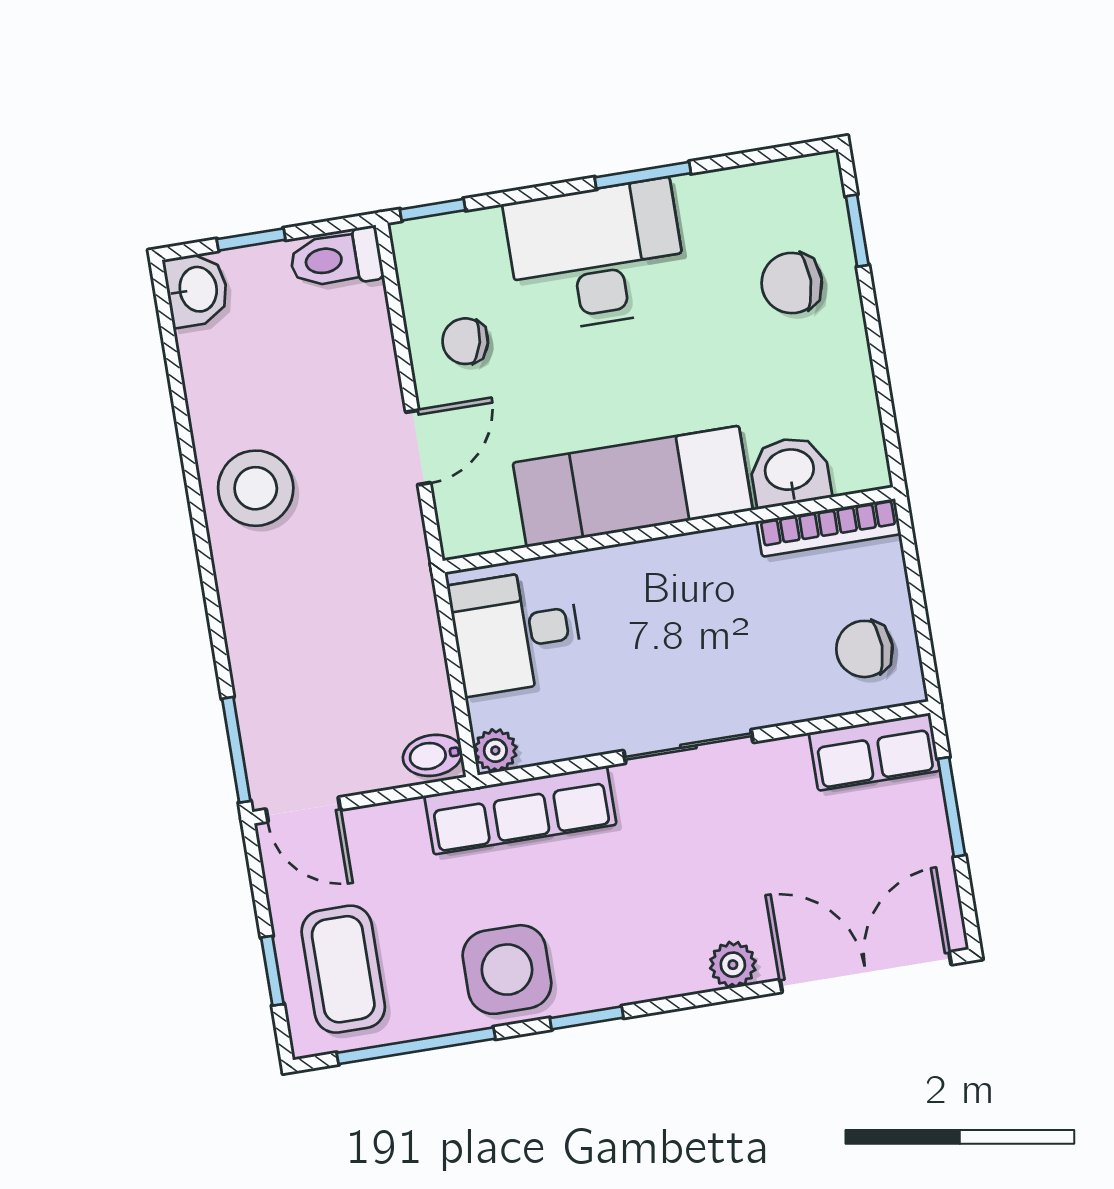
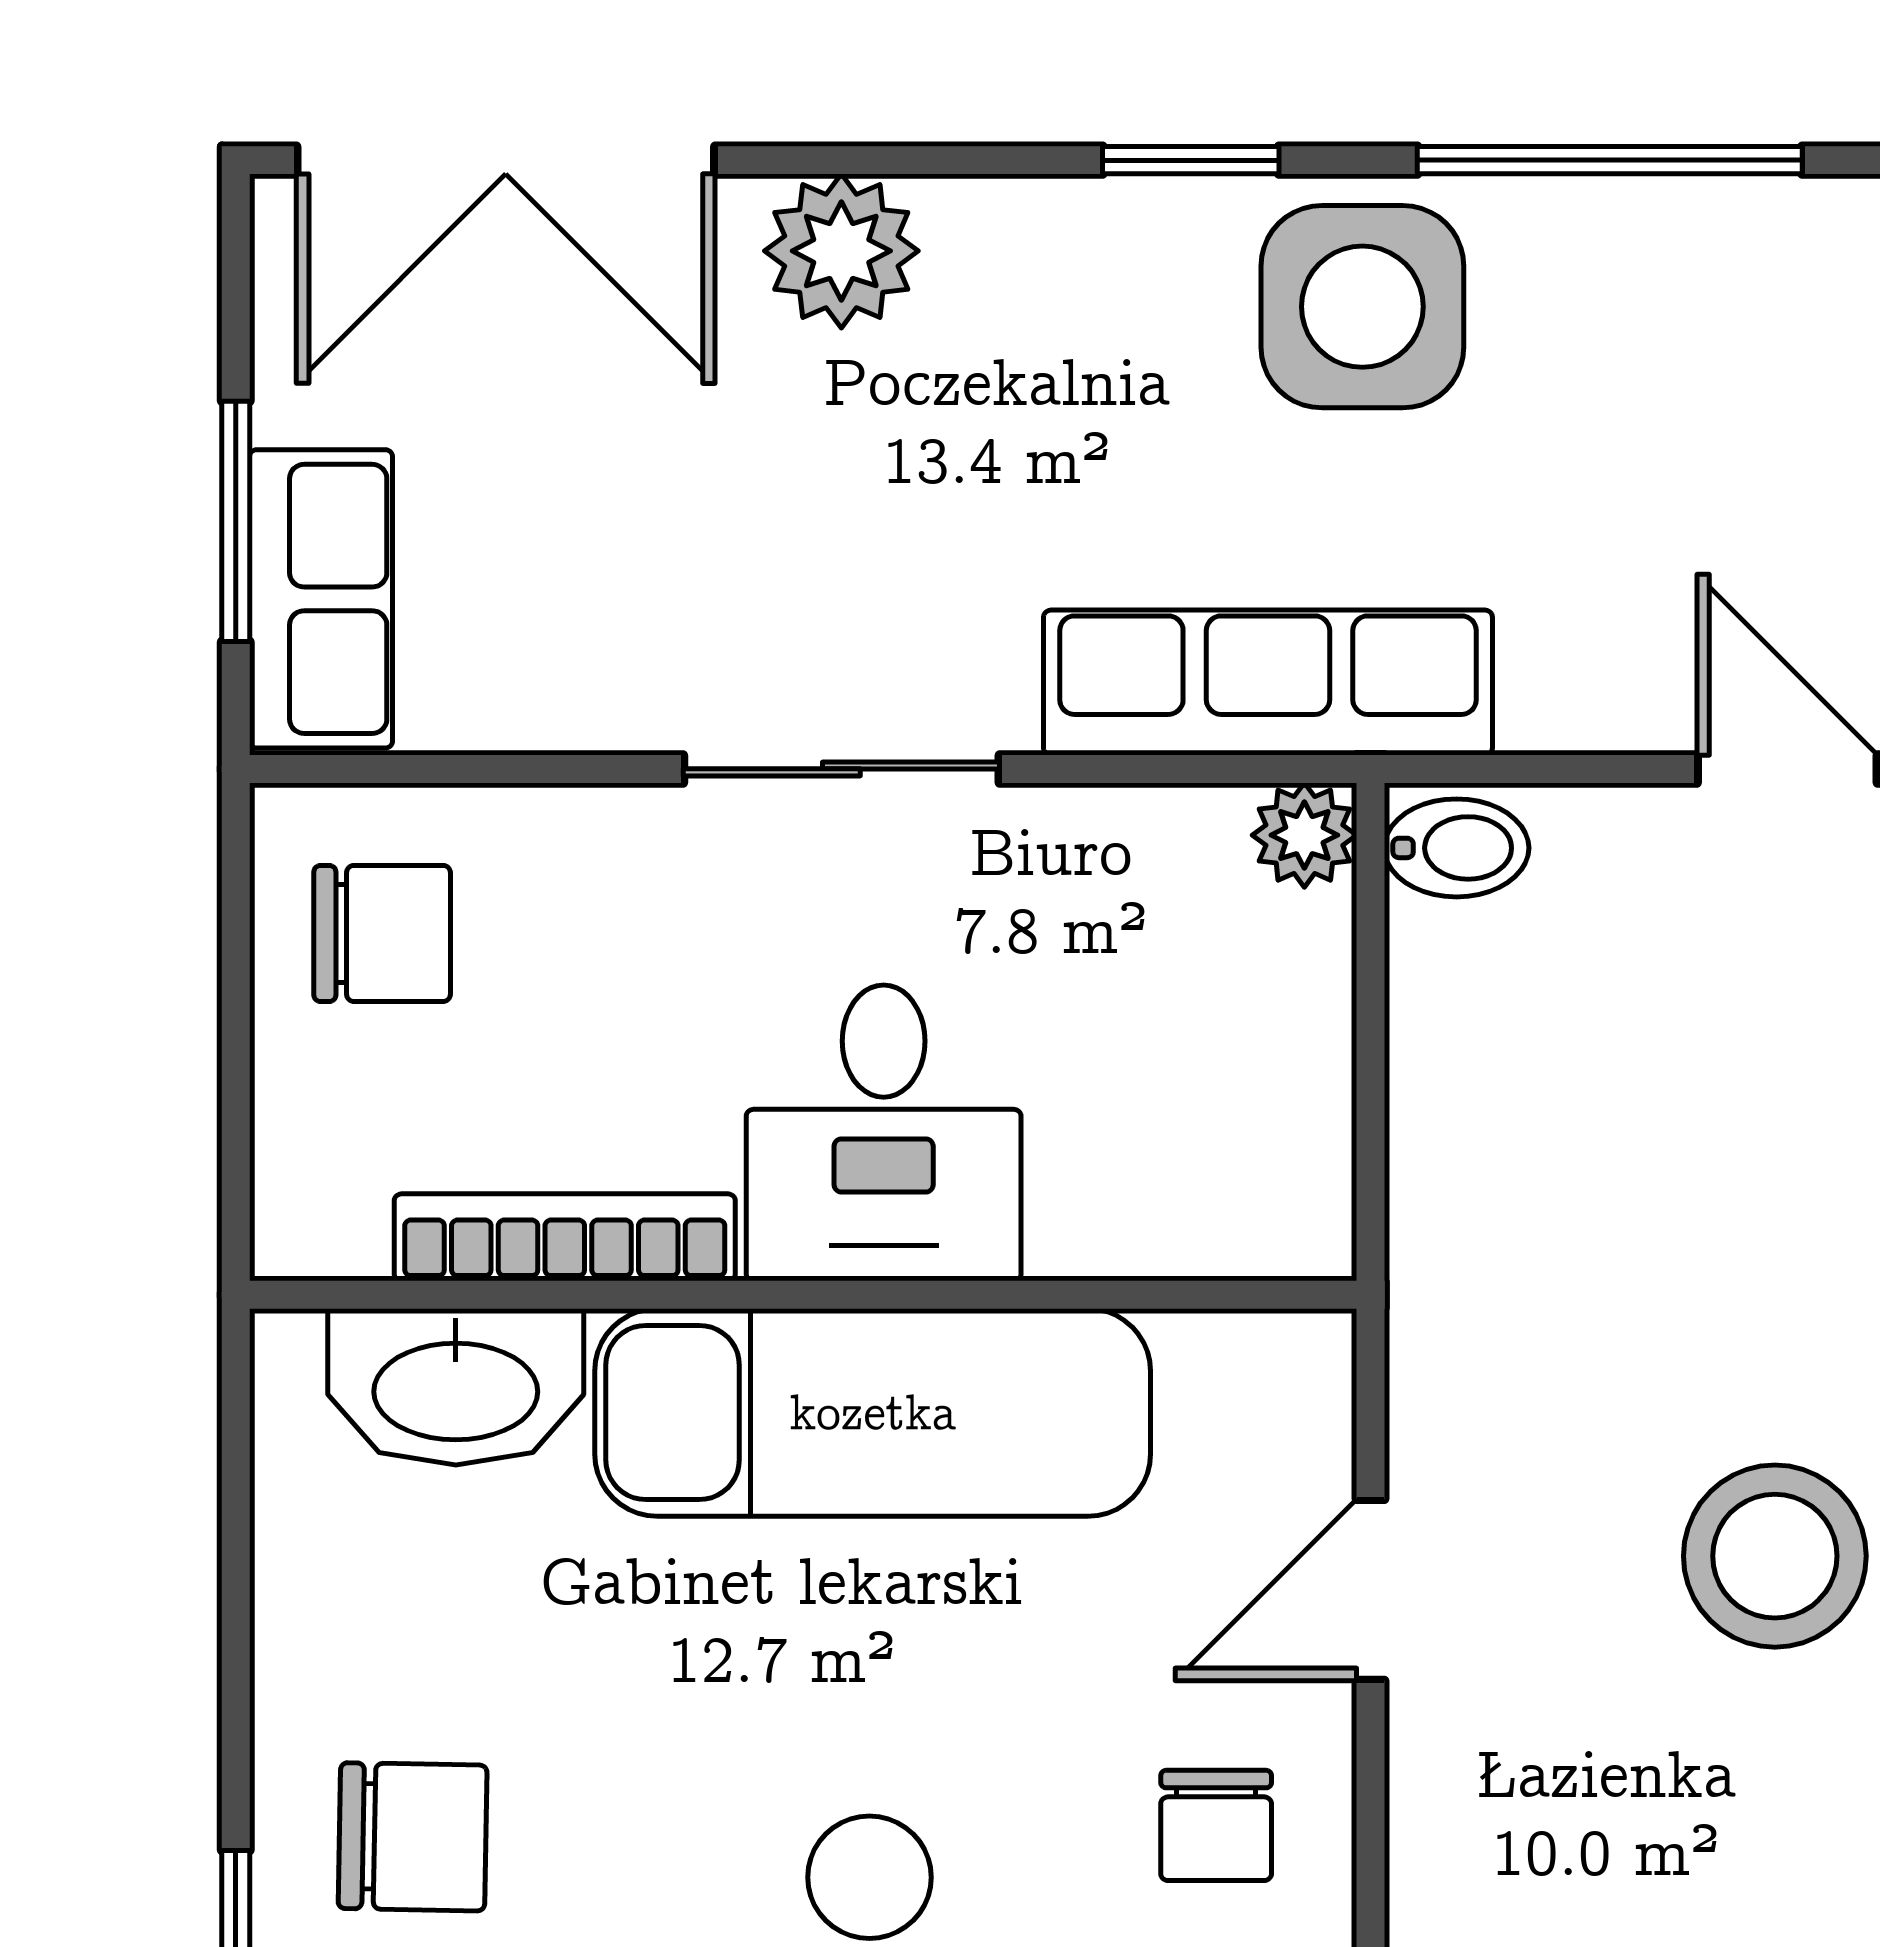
chair: (465, 341) -> (1216, 1825), turned 76
washbasin: (790, 472) -> (456, 1387), width x1.38
bookcase: (829, 528) -> (565, 1237), moved
desk: (516, 632) -> (884, 1133), moved, turned 90
row of seats: (874, 752) -> (321, 599), moved, turned 90
plant: (733, 965) -> (841, 251), width x1.38, depth x1.38
coffee table: (343, 969) -> (1754, 372), removed

